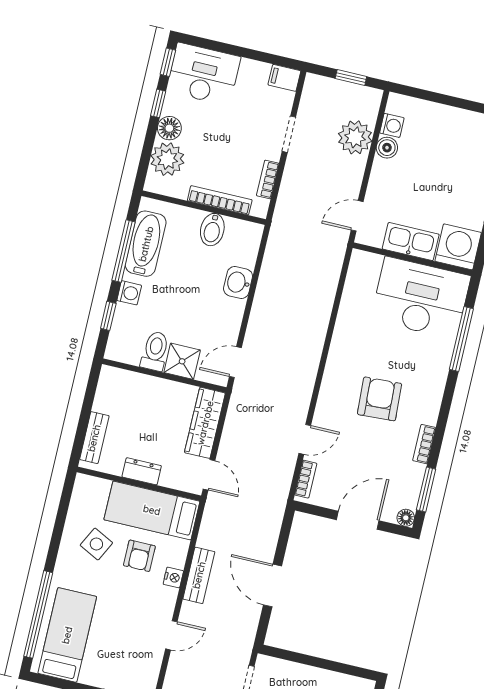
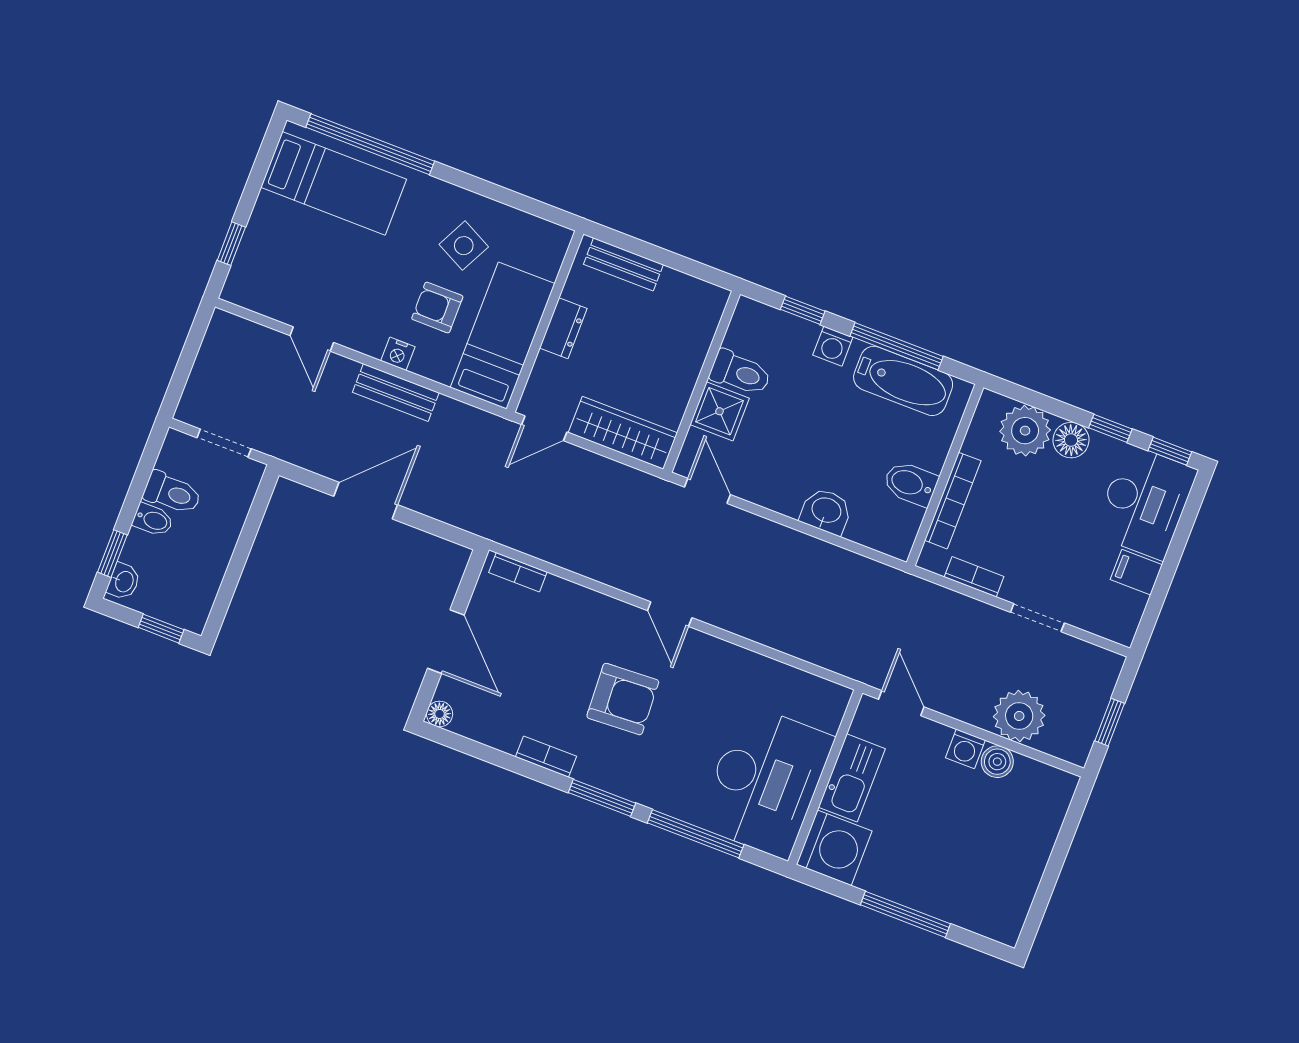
filing cabinet: (284, 78) -> (1136, 572), moved, turned -90
washing machine: (392, 125) -> (965, 749), moved
door: (305, 439) -> (670, 614), moved
window: (426, 489) -> (602, 798), moved

